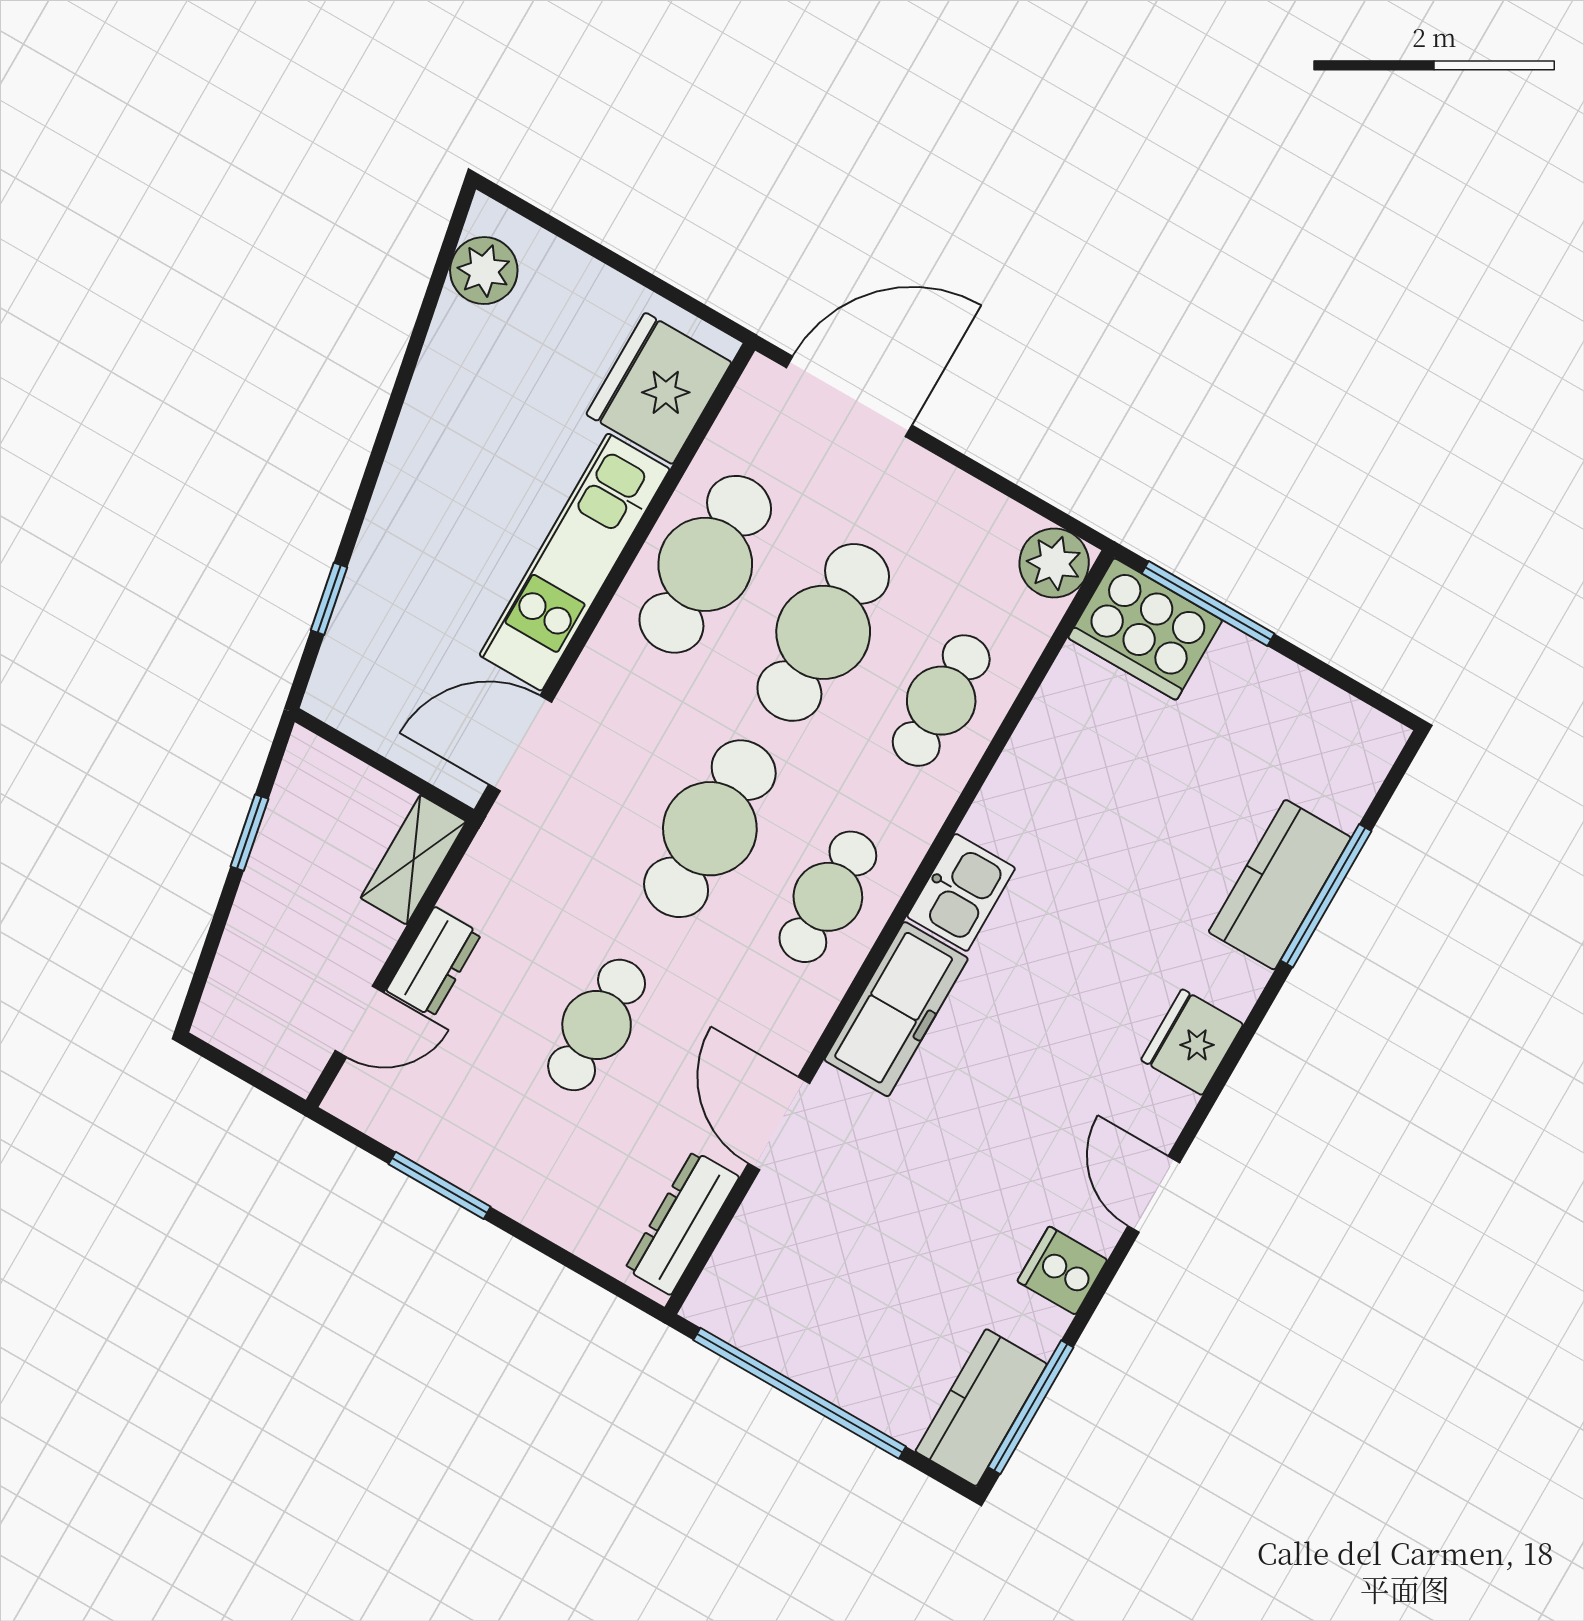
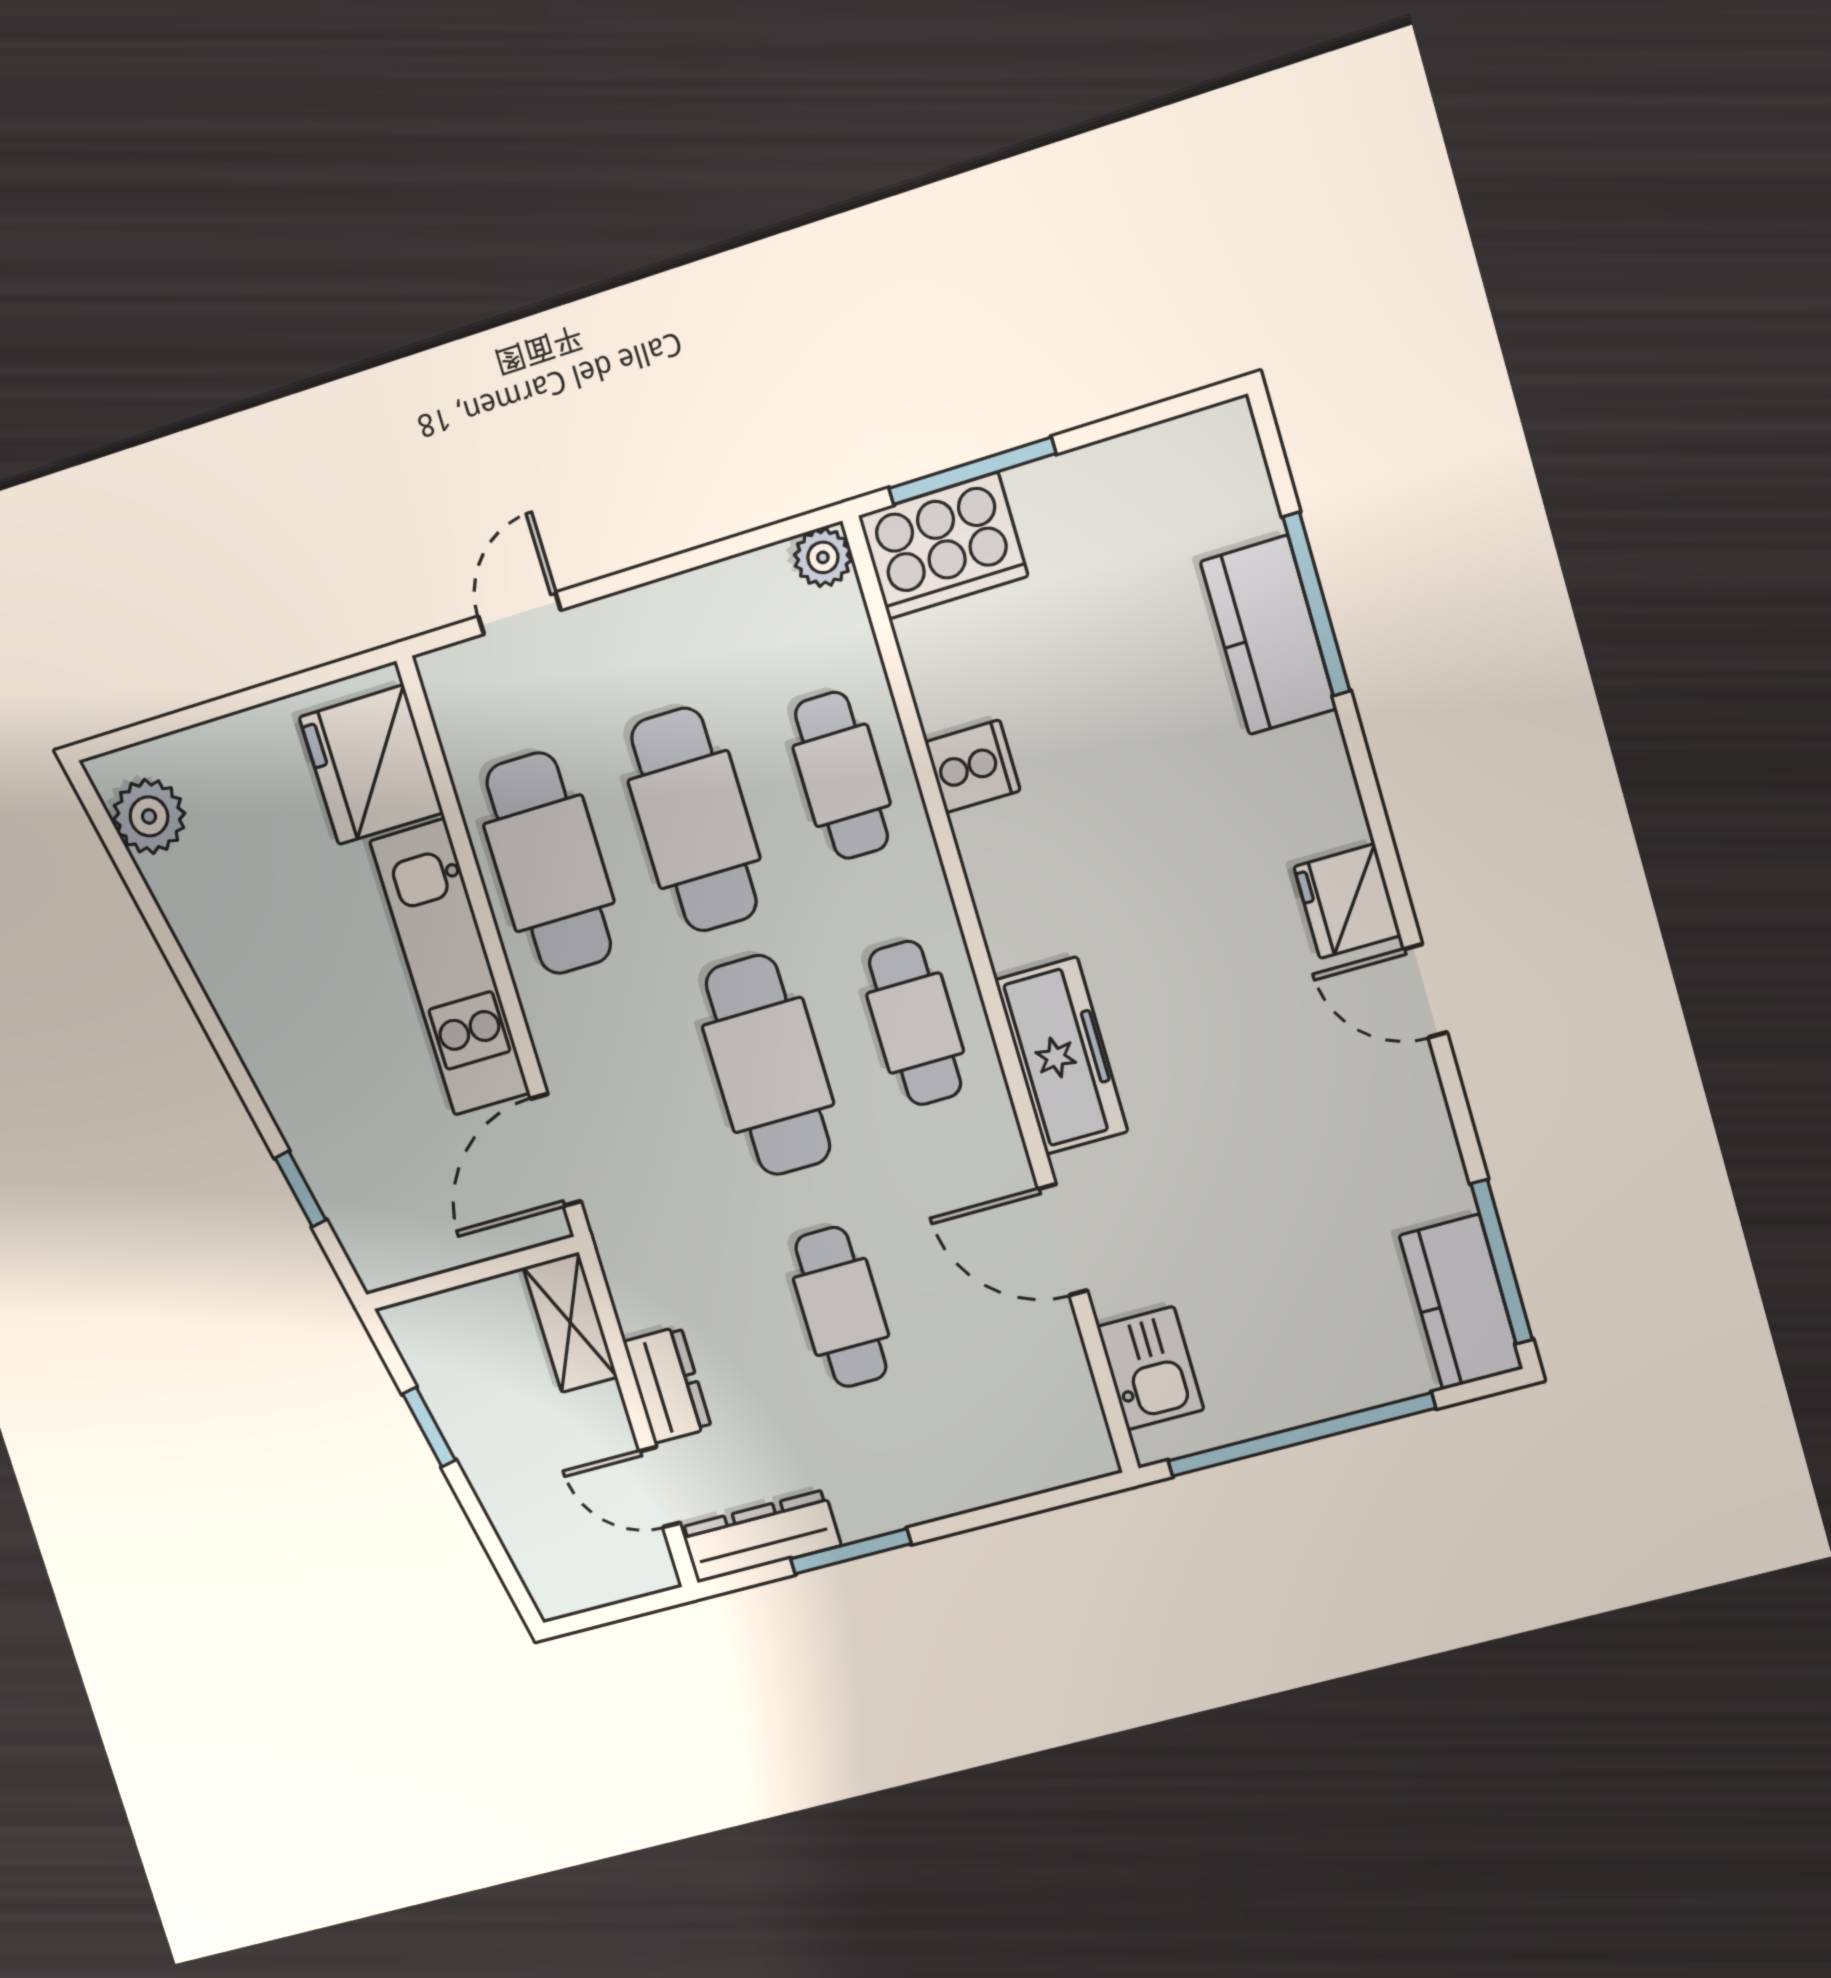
door: (849, 396) -> (519, 613), width x0.53
plant: (1054, 563) -> (823, 557), width x0.73, depth x0.73
kitchen sink: (961, 892) -> (1150, 1368), moved
door: (359, 1022) -> (660, 1487), swing flipped
fridge: (1192, 1042) -> (1347, 901), moved
dresser: (682, 1223) -> (761, 1536), moved, turned 90
cooker: (1062, 1270) -> (973, 766), moved, turned 180

